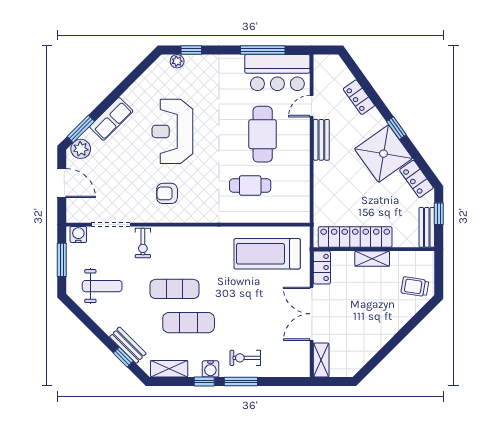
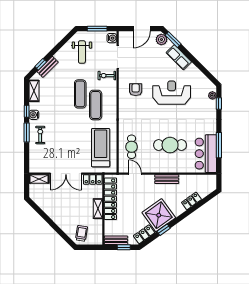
door: (312, 106) -> (135, 174), moved
window: (396, 128) -> (164, 230), moved
cafe table: (250, 185) -> (132, 147), moved
double door: (312, 314) -> (66, 174), swing flipped
exercise mat: (189, 323) -> (96, 105), moved

